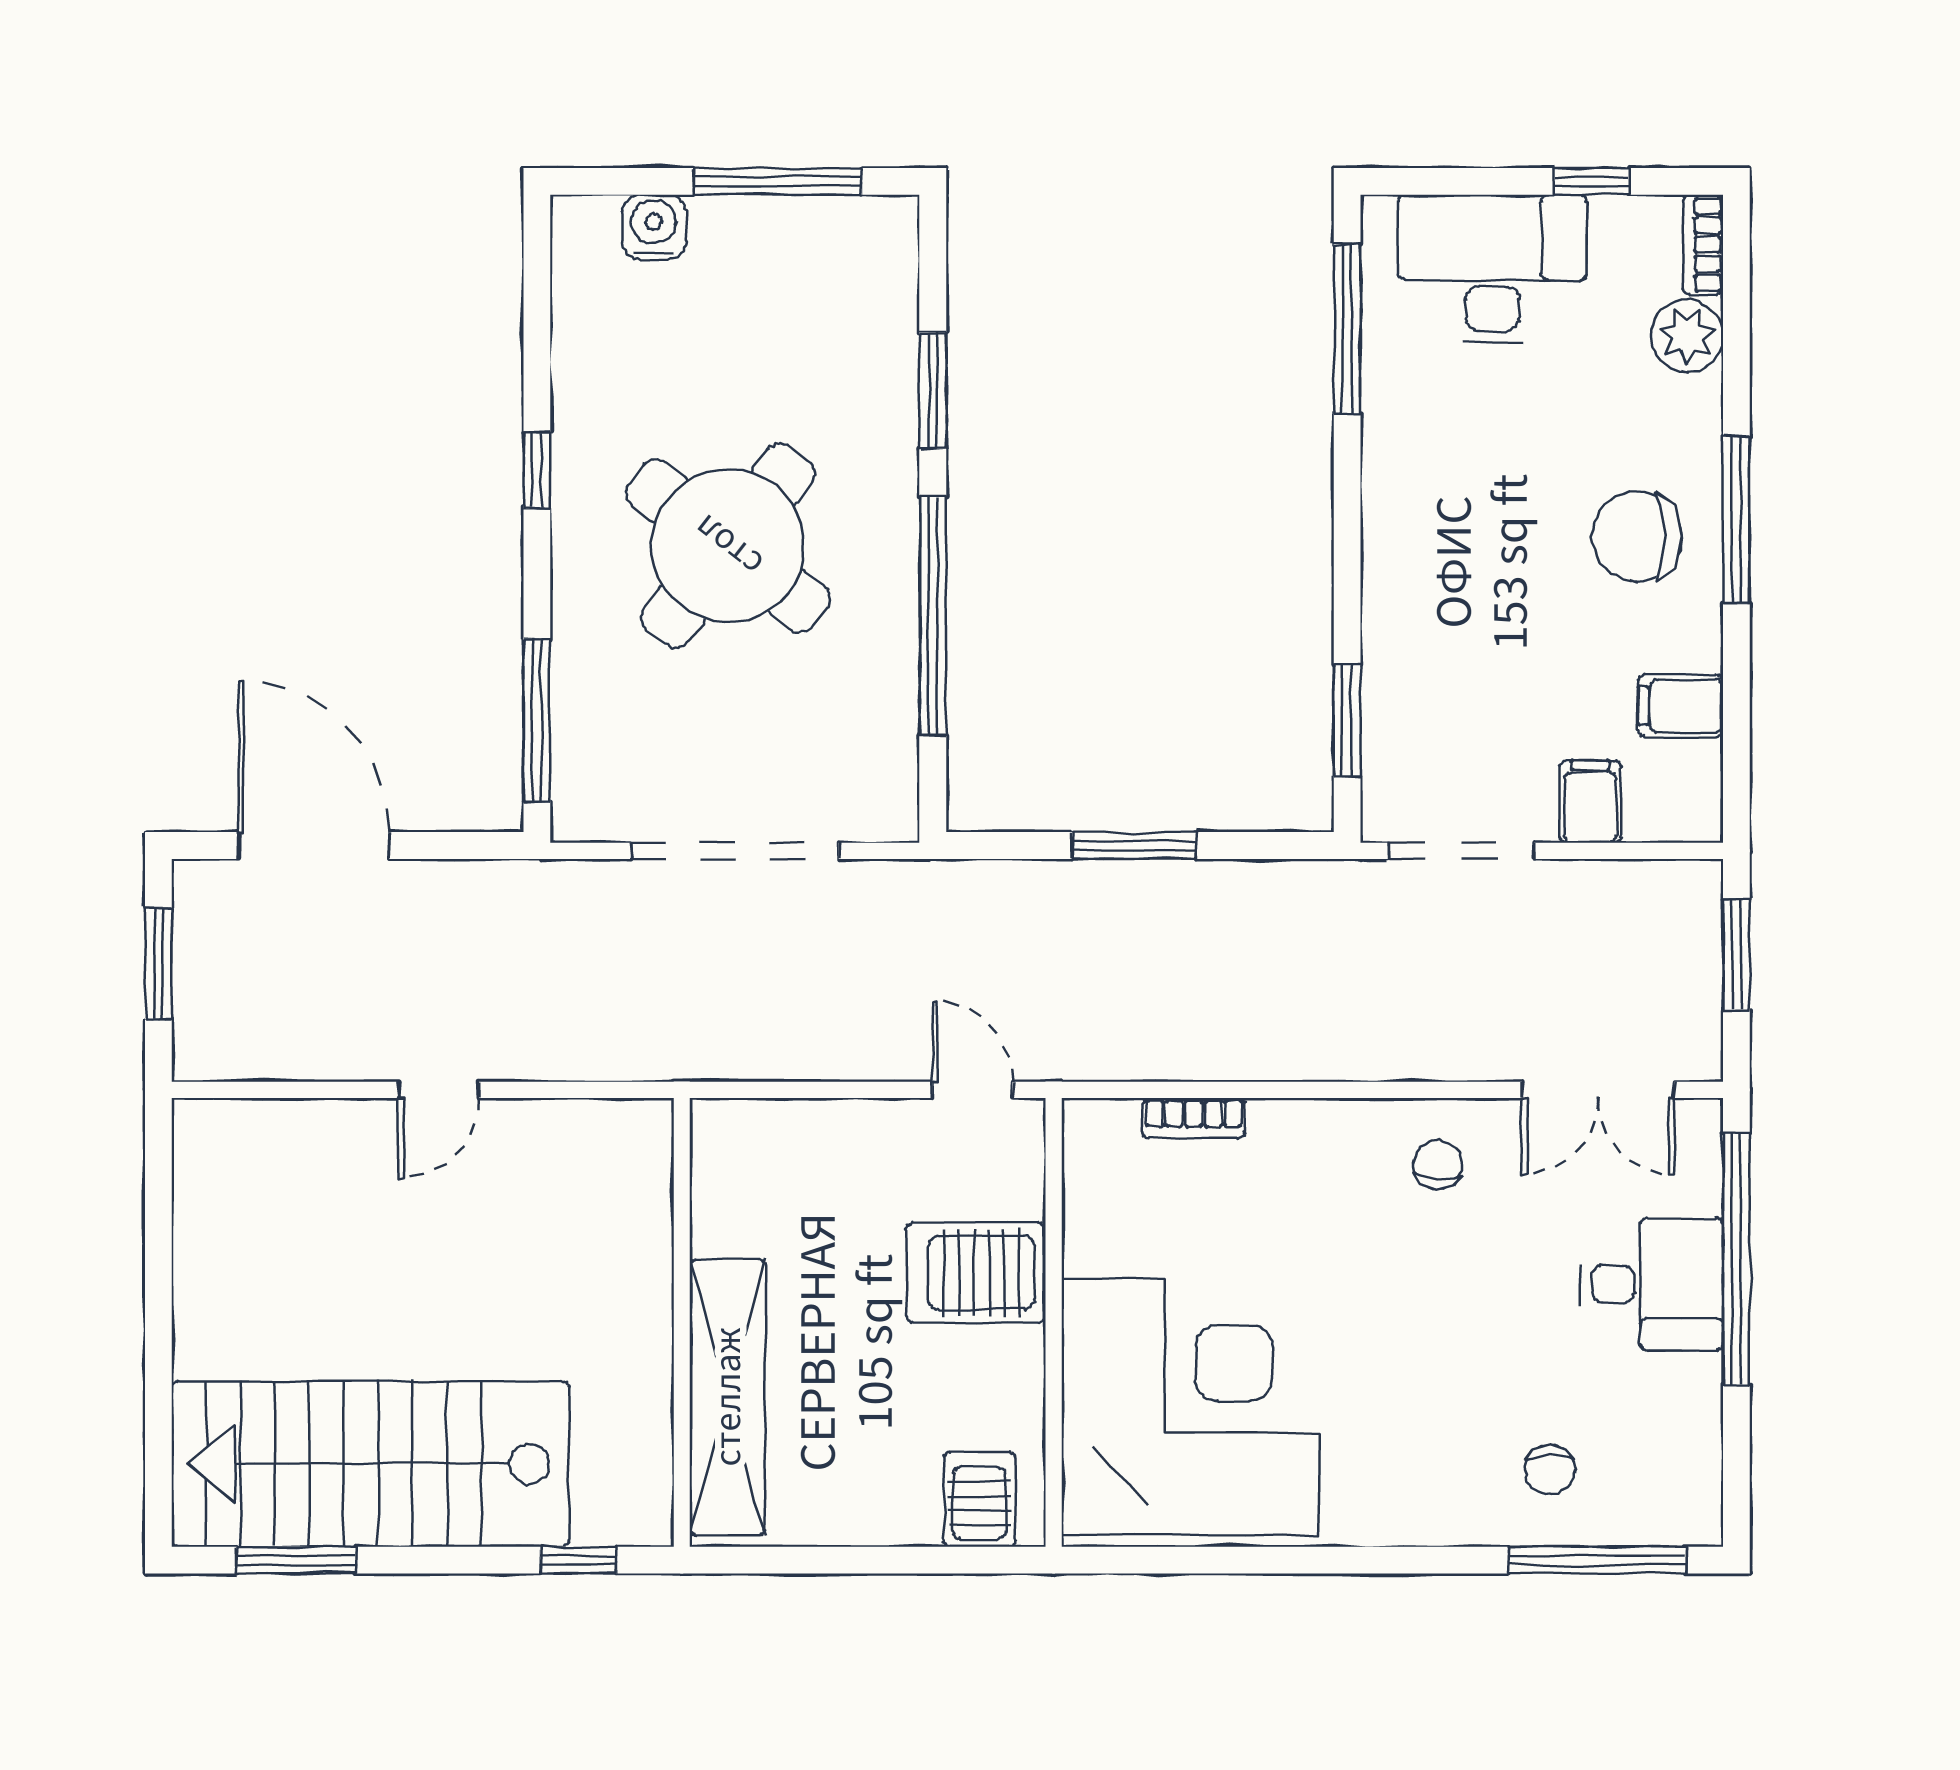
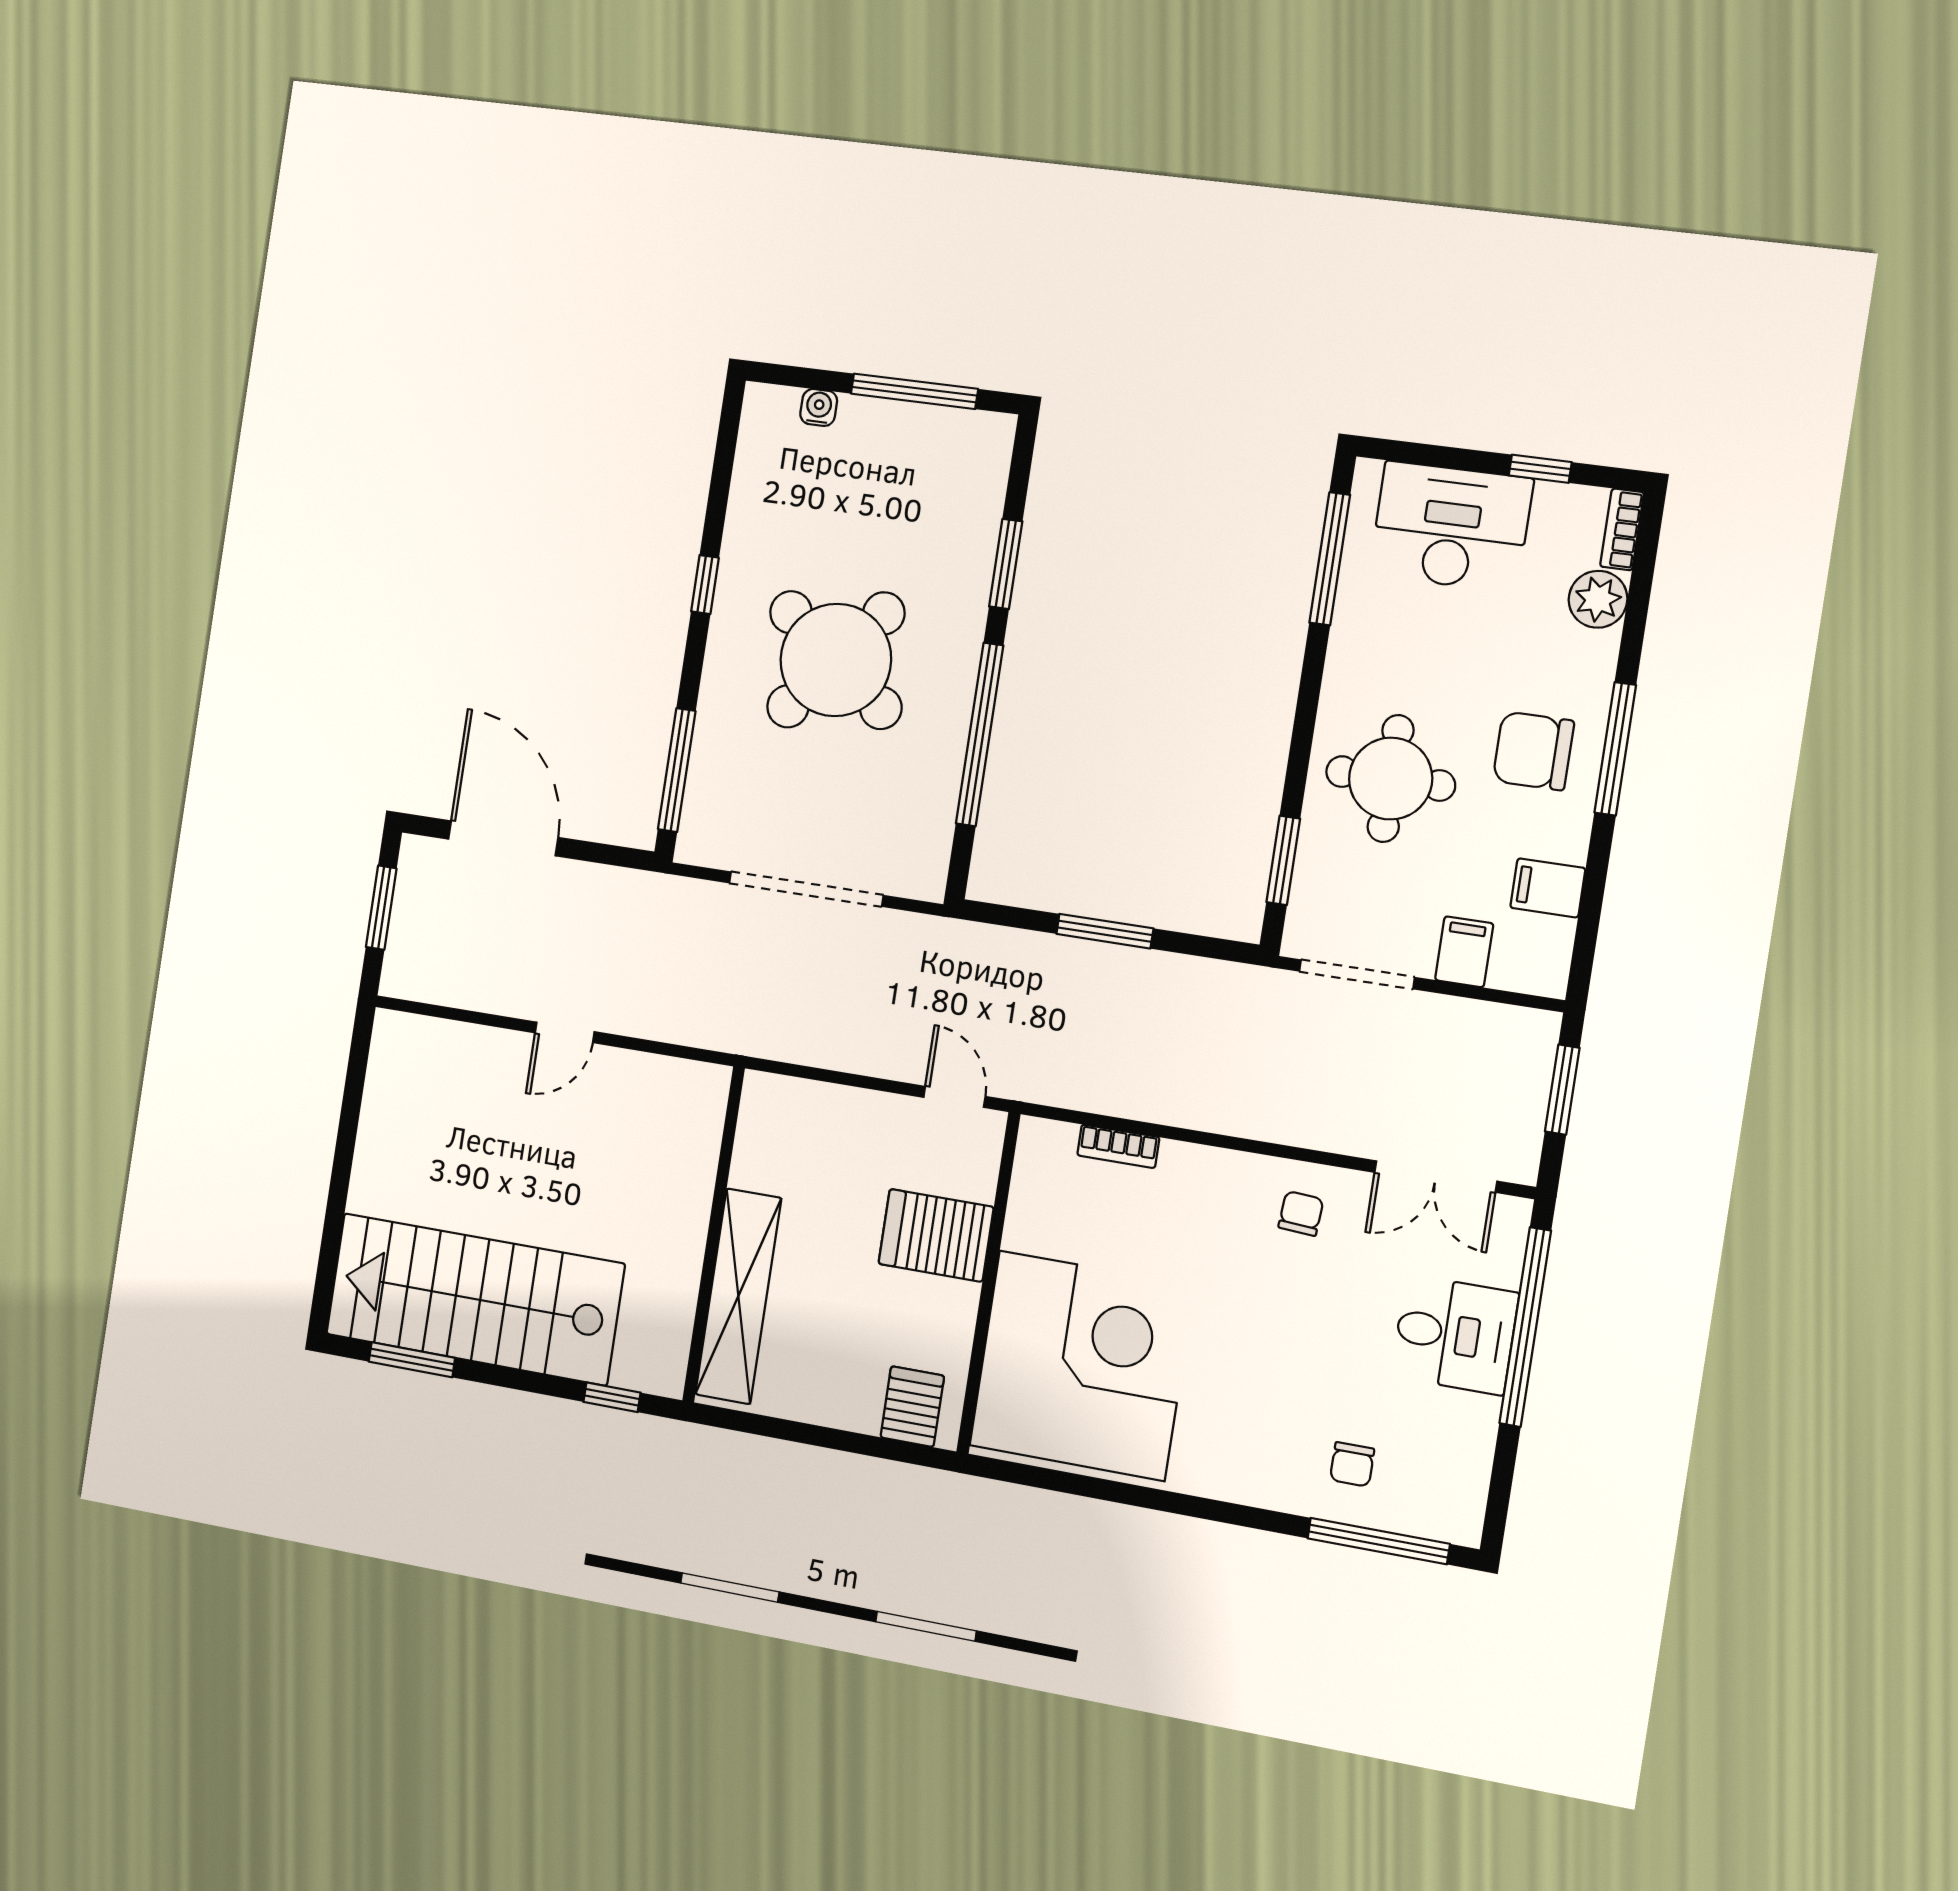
water cooler: (654, 227) -> (819, 407), width x0.72, depth x0.72
round table: (1466, 597) -> (1391, 779), added

